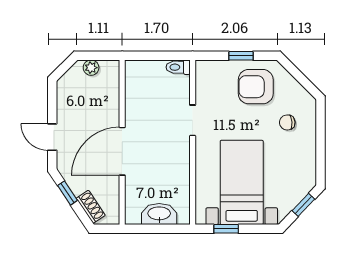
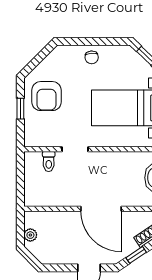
toilet: (178, 67) -> (49, 162), moved
chair: (287, 122) -> (92, 57), moved

